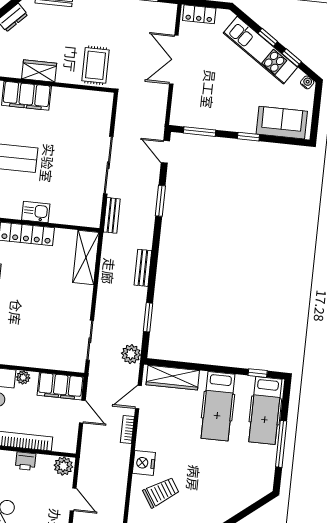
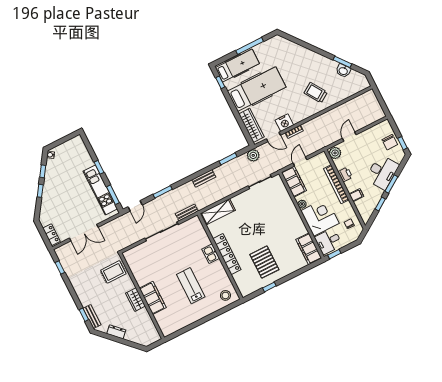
kitchen unit: (260, 50) -> (100, 190), moved, turned 146
sofa: (282, 123) -> (80, 154), removed
hospital bed: (218, 406) -> (257, 89), width x1.37, depth x1.29
nightstand: (144, 463) -> (284, 123), moved

